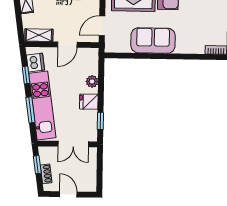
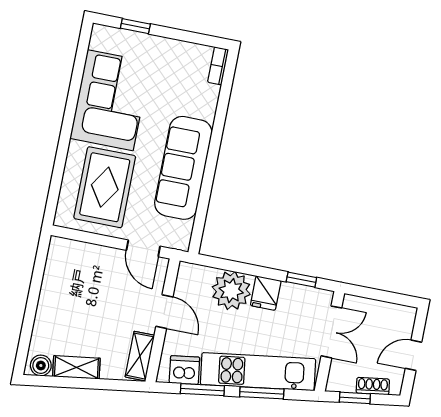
sofa: (153, 41) -> (183, 168), width x1.36
window: (26, 75) -> (202, 390), width x1.50
plant: (92, 81) -> (231, 291), width x1.88, depth x1.88

